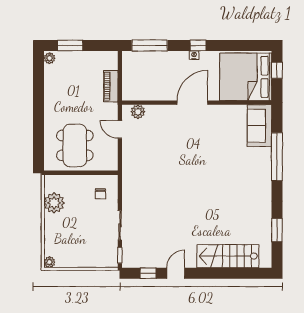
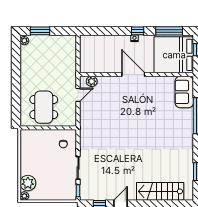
window: (150, 45) -> (169, 31), moved
piano: (111, 86) -> (71, 62), removed
door: (192, 103) -> (133, 75), hinge flipped
door: (120, 129) -> (78, 95), swing flipped
plant: (54, 203) -> (28, 183), moved

